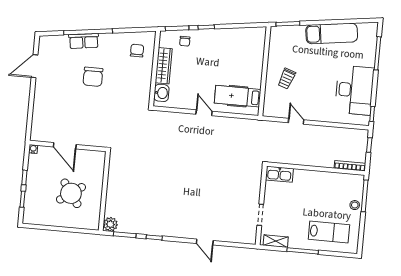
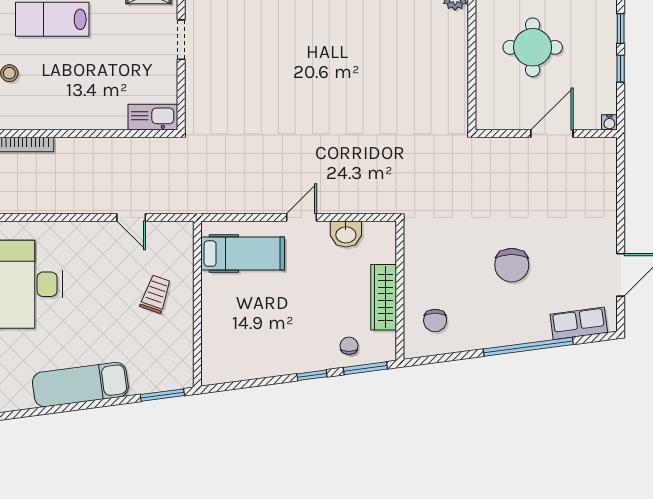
row of seats: (84, 41) -> (579, 323), moved
chair: (93, 77) -> (512, 265), turned 180
washbasin: (161, 93) -> (346, 234), moved, turned -90
door: (204, 113) -> (302, 217), swing flipped
door: (65, 146) -> (552, 134), hinge flipped
round table: (71, 193) -> (533, 47), turned 35

